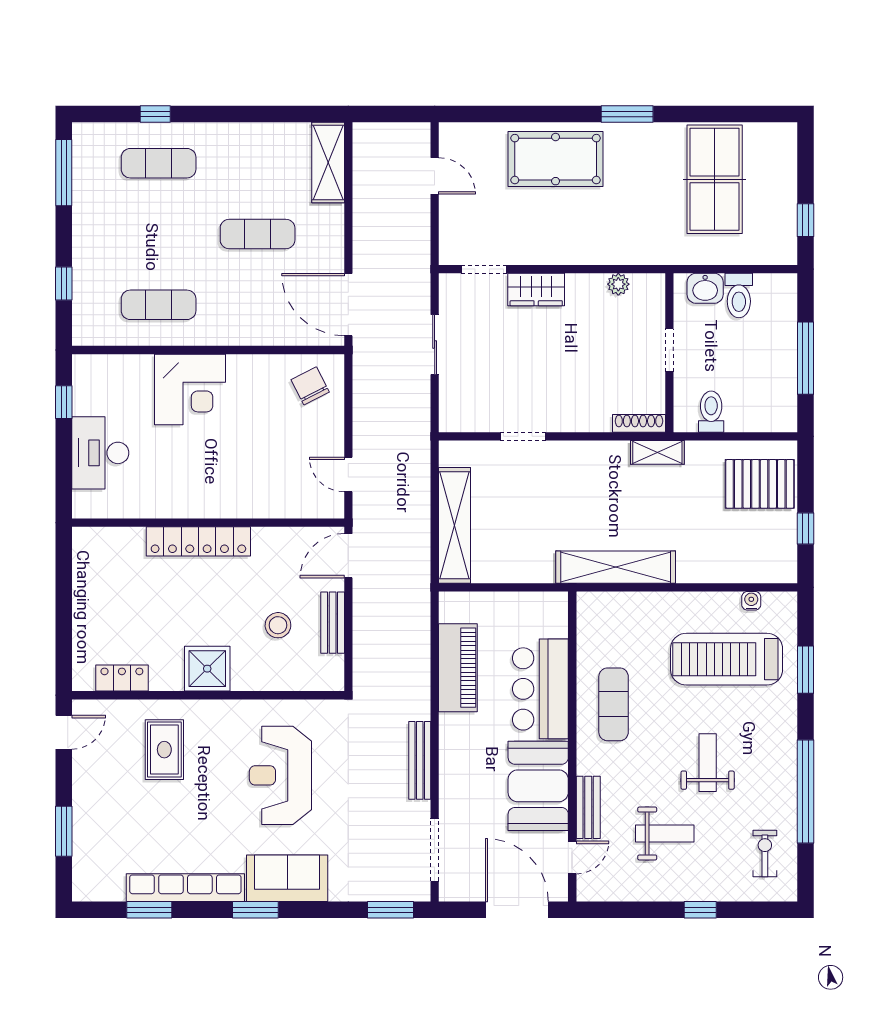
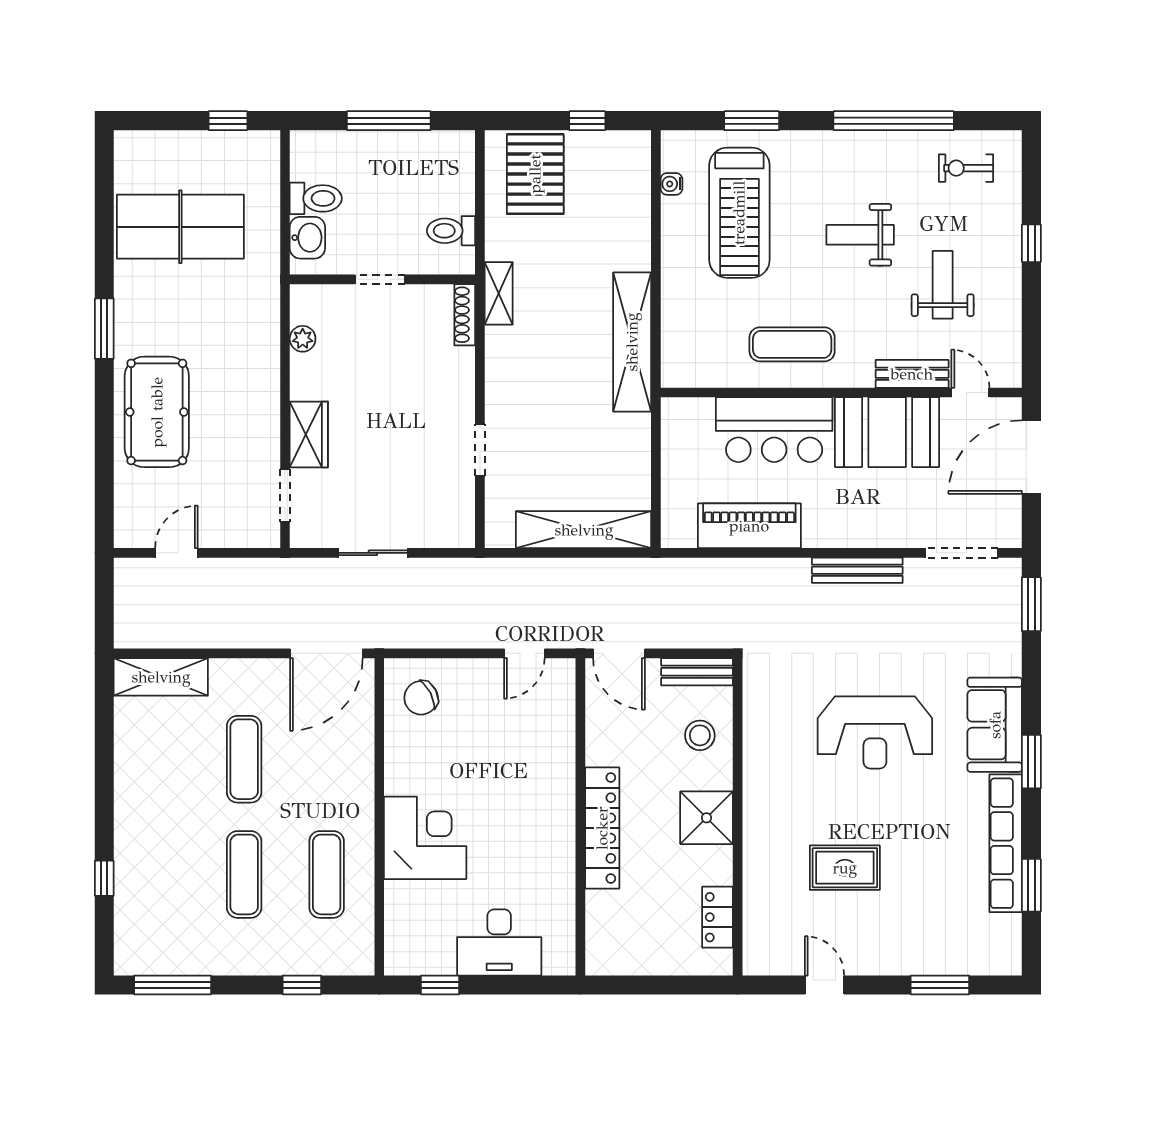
exercise mat: (159, 163) -> (244, 874), moved
shower: (207, 669) -> (706, 818), moved
locker: (122, 678) -> (717, 917), moved
wall: (208, 695) -> (738, 817), moved

